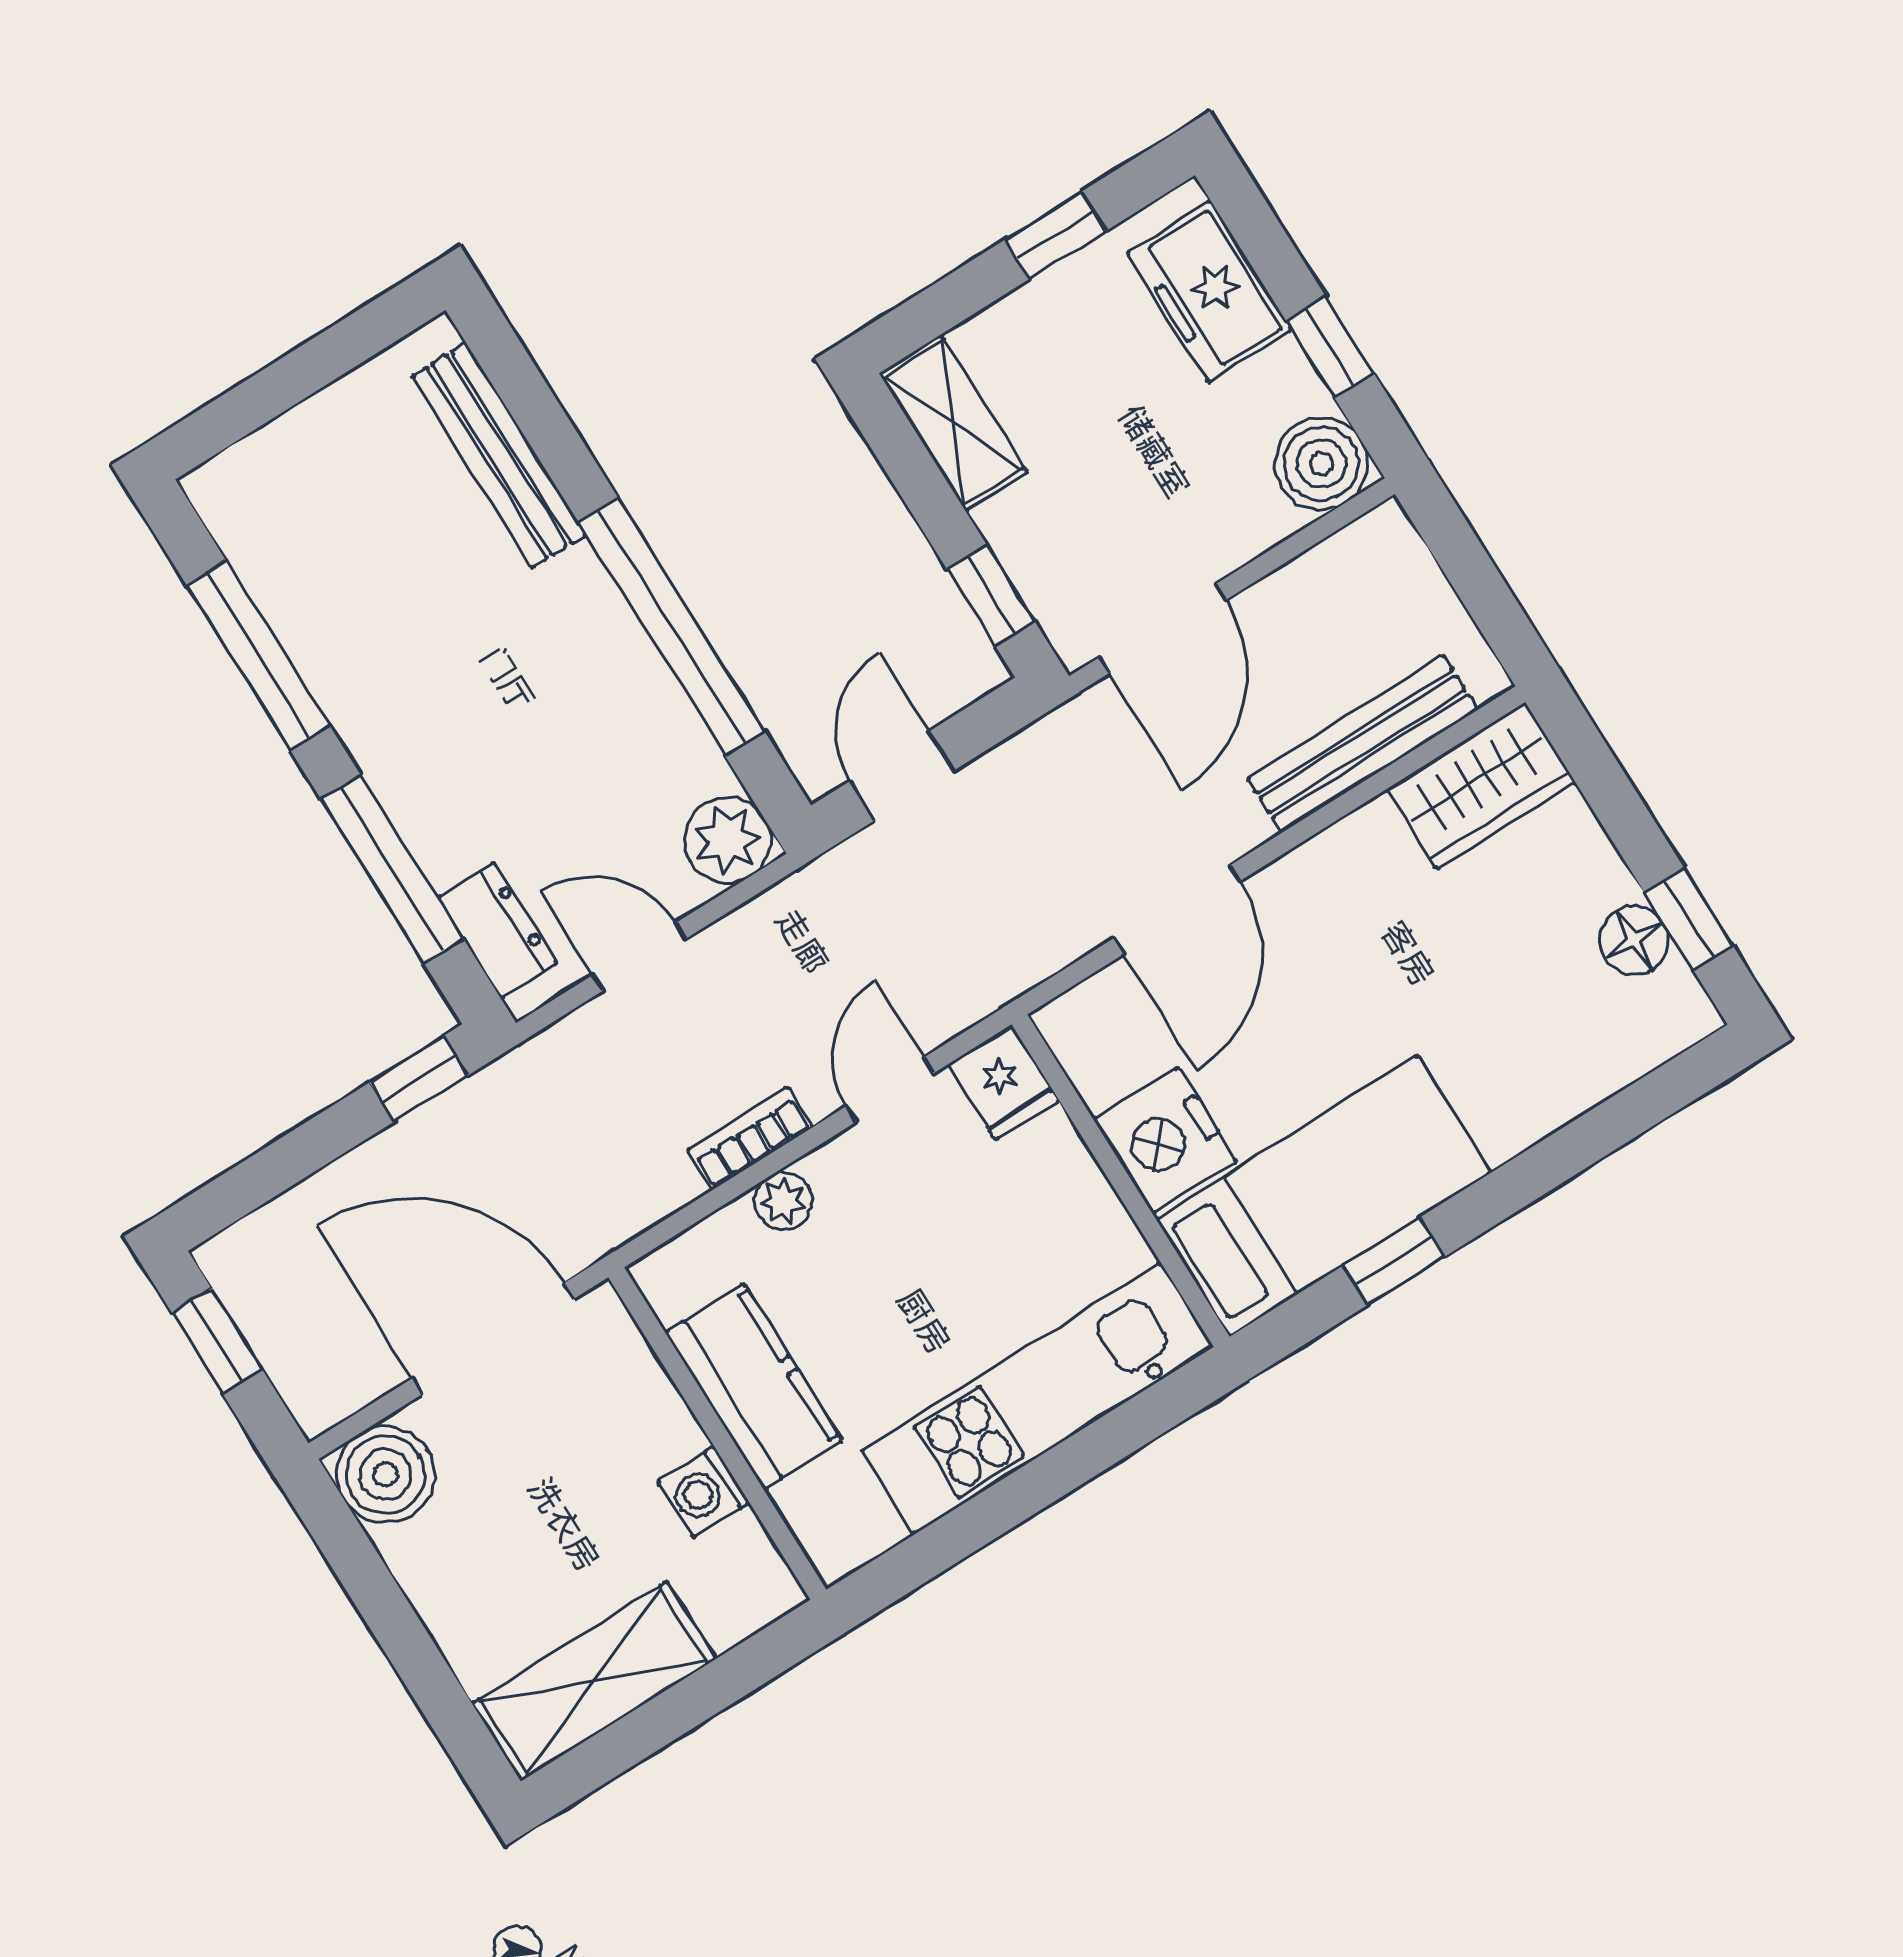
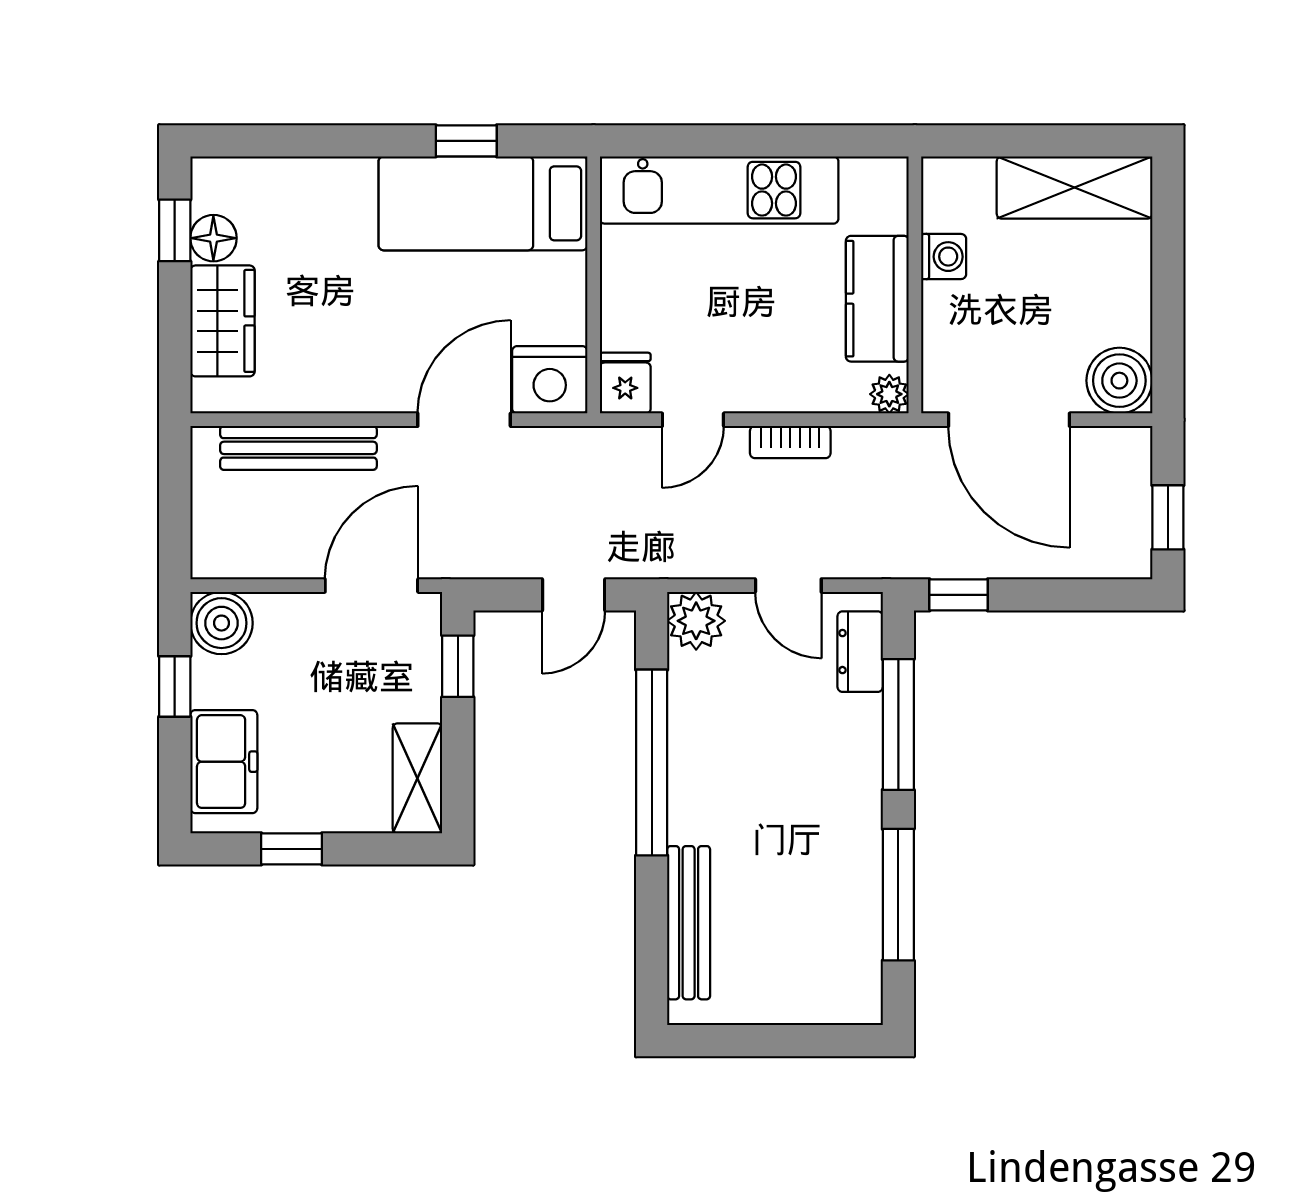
wardrobe: (1481, 786) -> (222, 321), moved, turned 90
nightstand: (1165, 1140) -> (550, 380), moved, turned 90
plant: (783, 1201) -> (889, 394), moved

